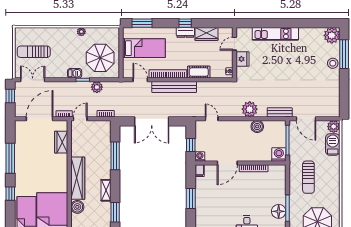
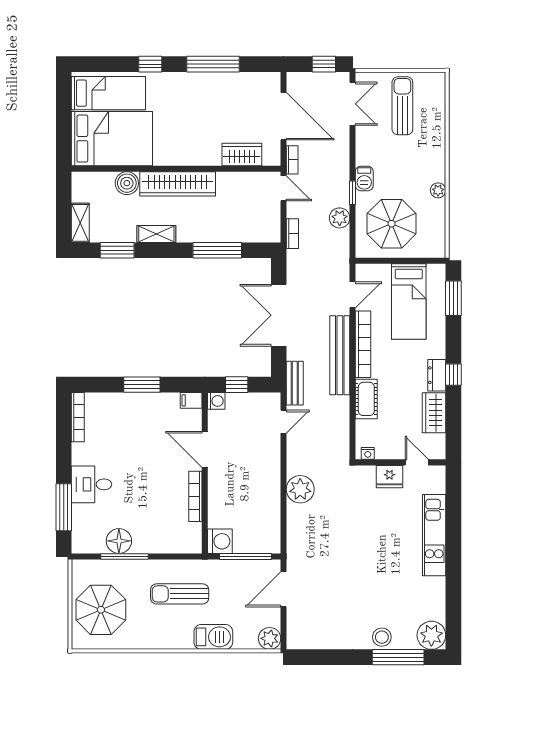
bench: (280, 112) -> (295, 383), moved
boiler: (257, 126) -> (270, 503), removed
barbecue: (333, 144) -> (213, 637), moved

